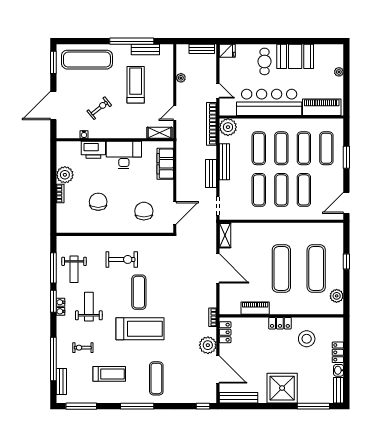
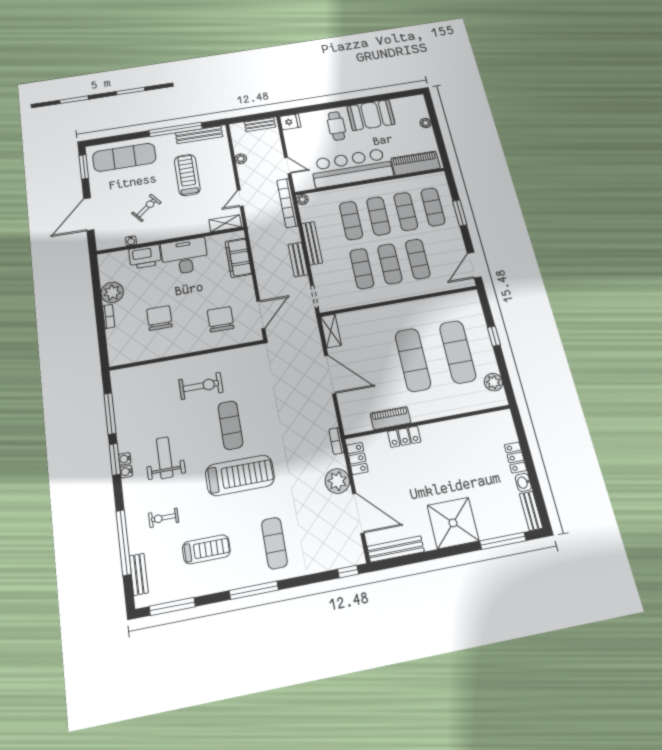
bench: (145, 50) -> (199, 135), width x1.36
plant: (228, 127) -> (302, 199), width x0.53, depth x0.53
weight bench: (74, 269) -> (138, 410), removed
locker: (280, 323) -> (404, 437), moved
stool: (307, 339) -> (469, 447), removed

